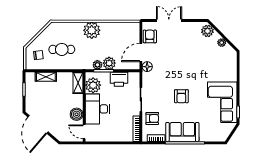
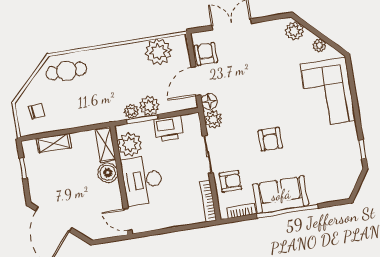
plant: (92, 30) -> (158, 52), moved
cafe table: (62, 49) -> (66, 71), moved
plant: (148, 78) -> (213, 119), added
corner sofa: (222, 102) -> (328, 92), moved
boiler: (77, 114) -> (108, 173), moved

